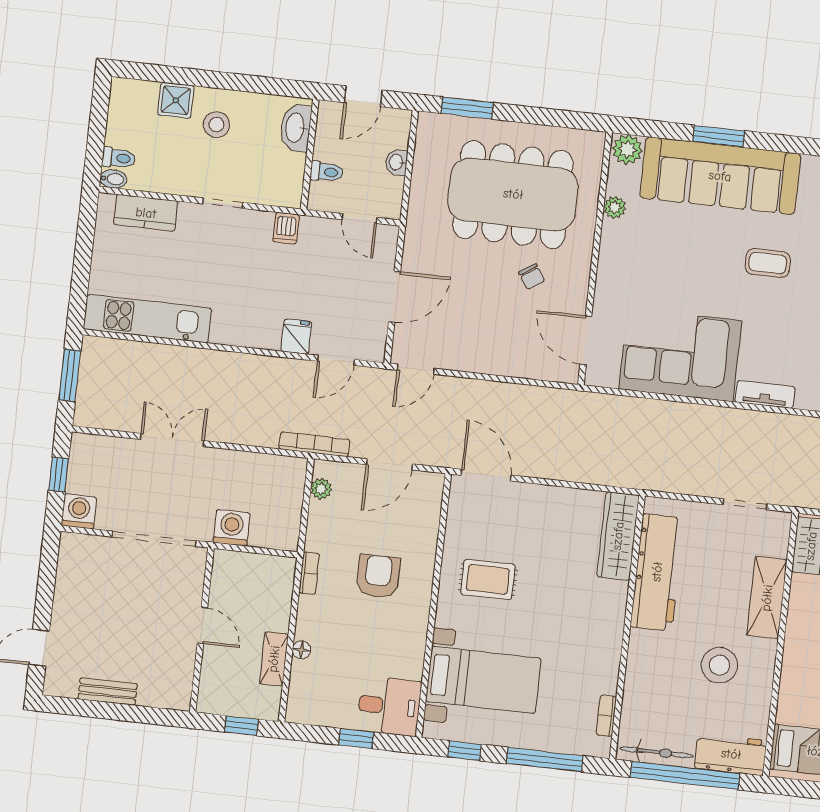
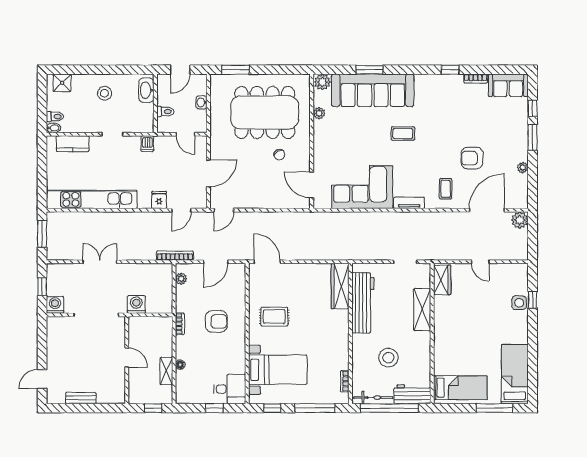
shower: (176, 100) -> (62, 83), moved
kitchen unit: (147, 319) -> (92, 199), width x1.36
armchair: (378, 576) -> (216, 321), turned 90
stool: (719, 665) -> (388, 358), moved

